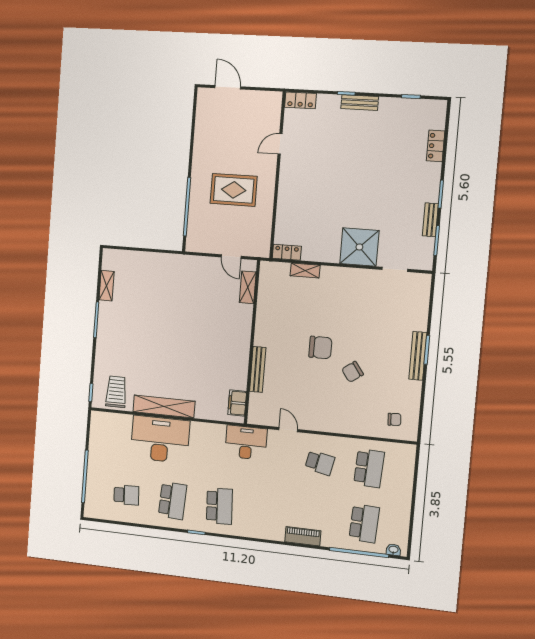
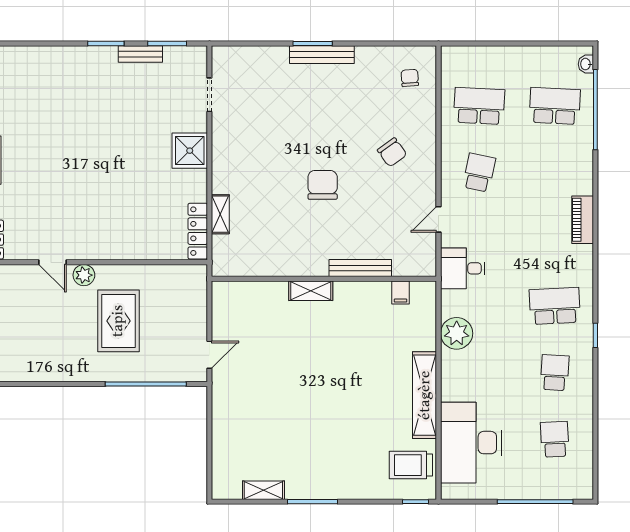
locker: (436, 146) -> (43, 56), removed
plant: (269, 167) -> (84, 275), added
shower: (359, 247) -> (190, 151), width x0.73, depth x0.73
locker: (287, 252) -> (198, 231), width x1.53
door: (231, 257) -> (209, 355), moved
shelving: (248, 287) -> (311, 291), moved
chair: (353, 372) -> (392, 152), moved
filing cabinet: (237, 403) -> (401, 292), width x0.50
plant: (206, 434) -> (457, 333), added
desk: (160, 439) -> (471, 443), moved
desk: (246, 443) -> (463, 268), width x0.73
school desk: (173, 501) -> (555, 373), width x0.54
piano: (303, 536) -> (583, 220), moved

